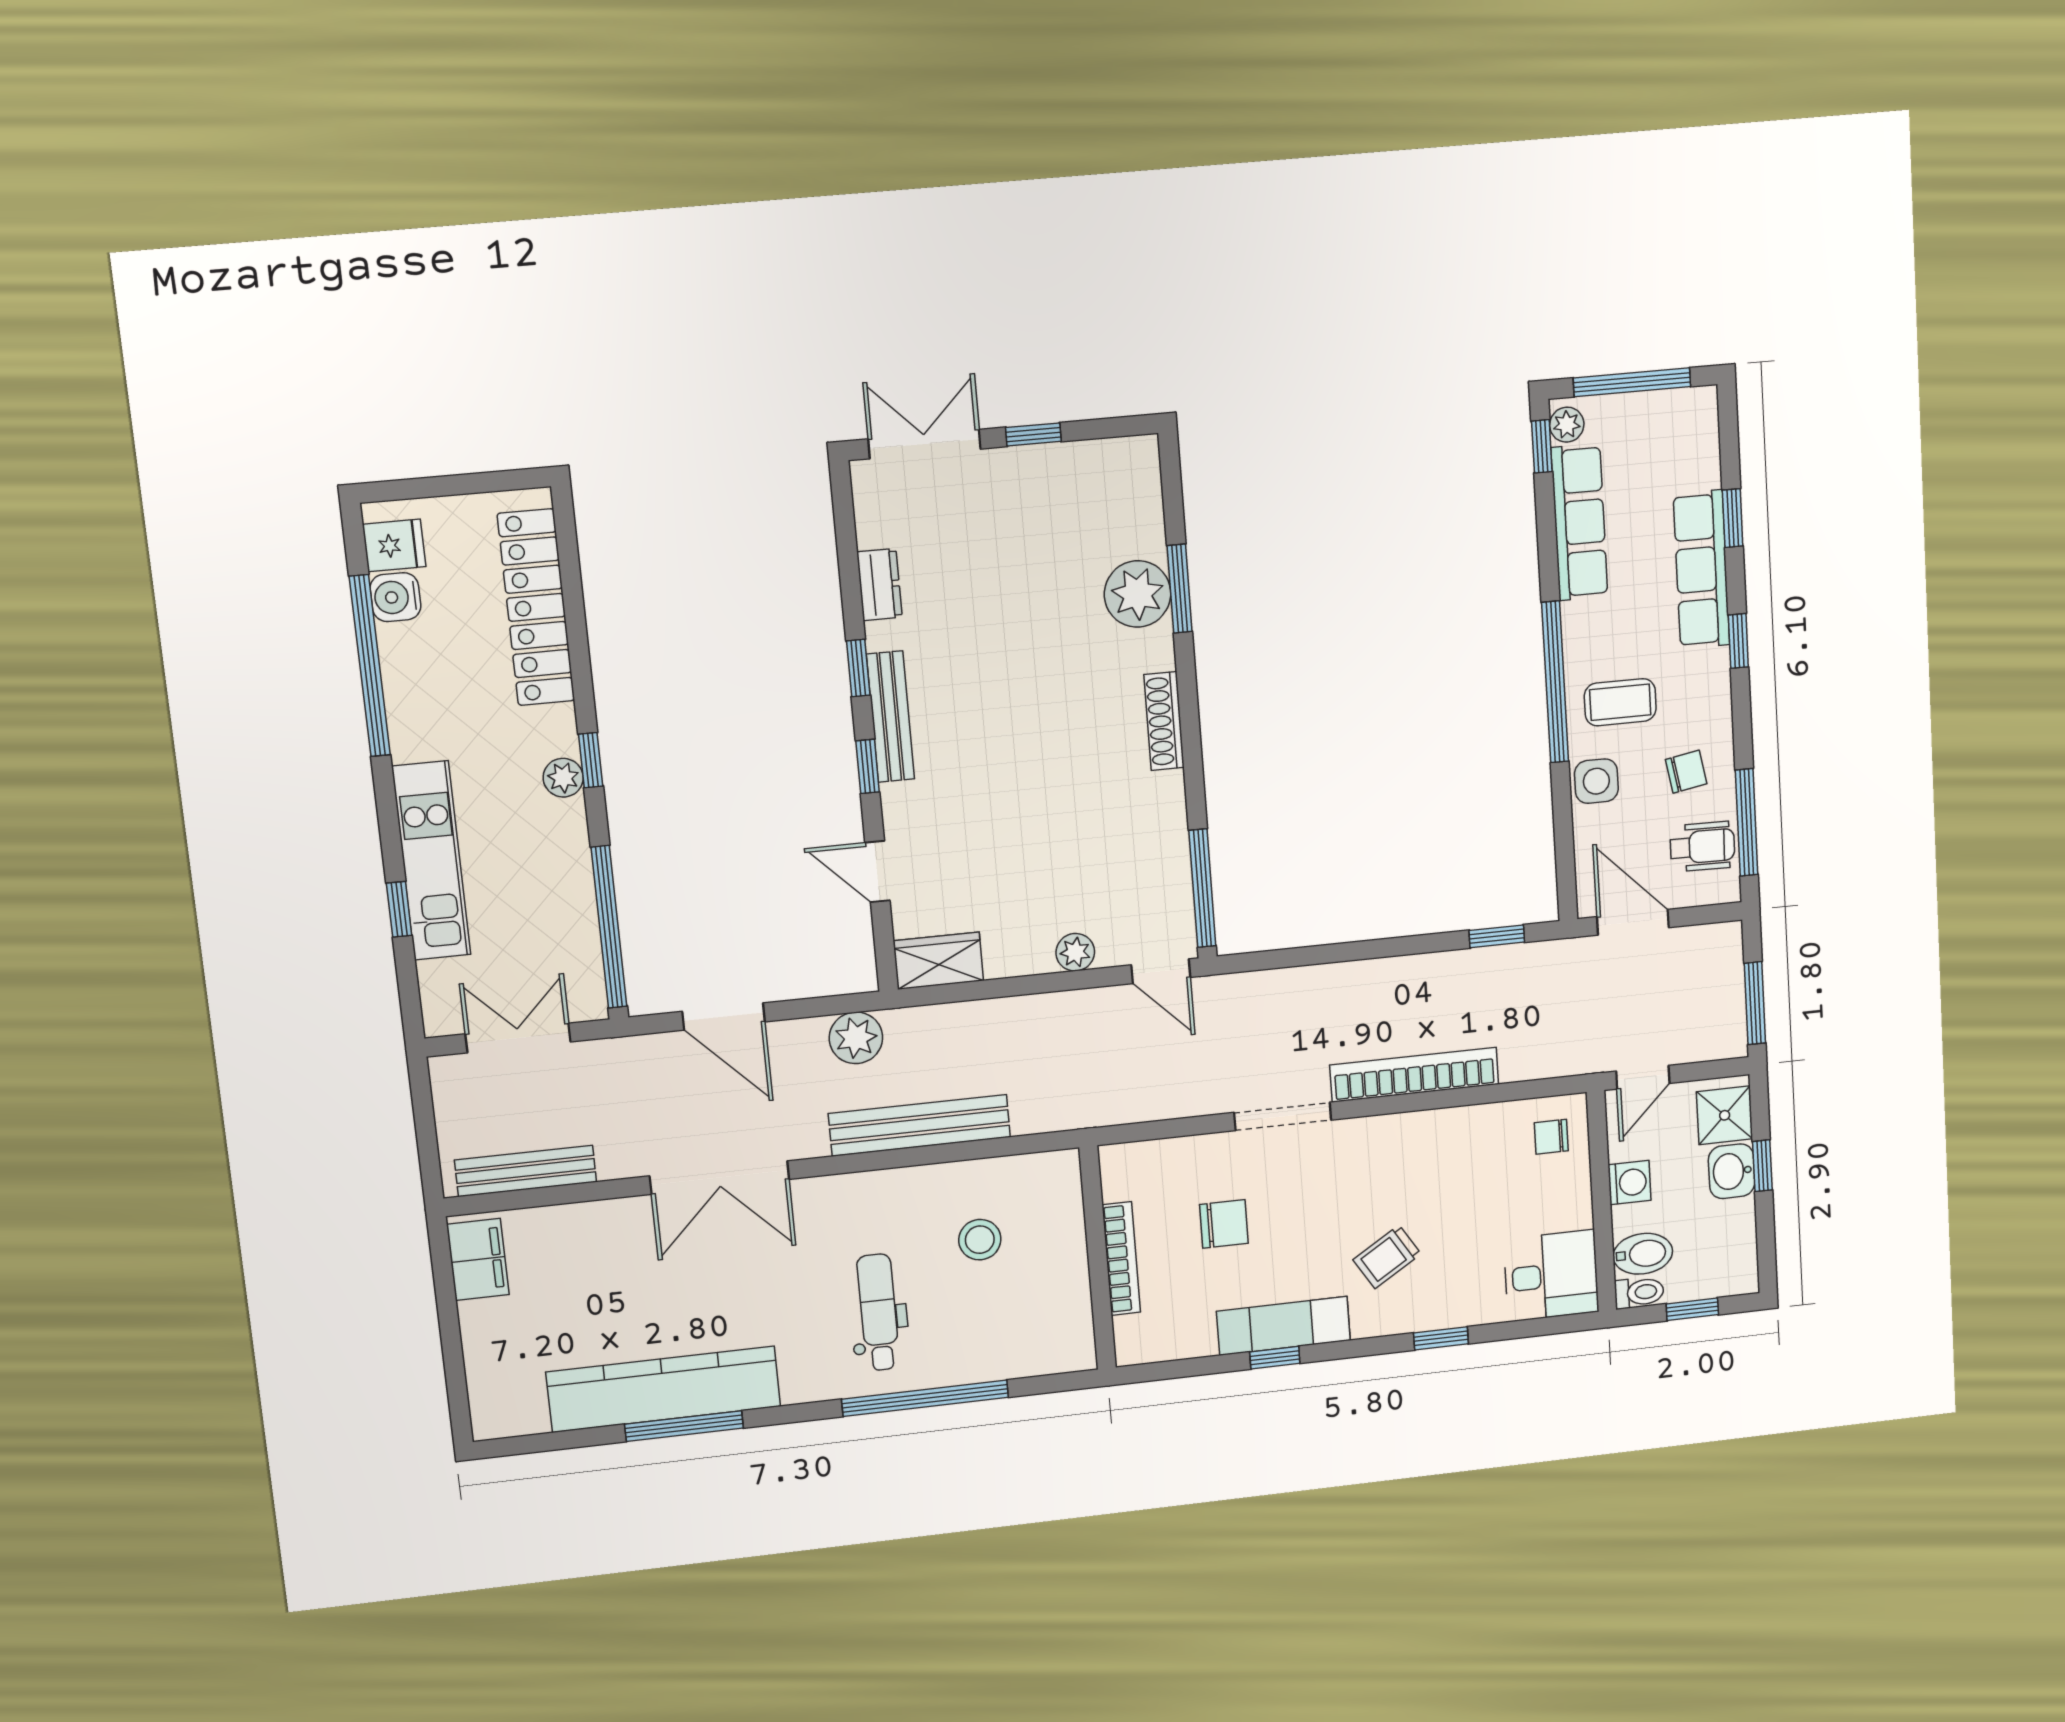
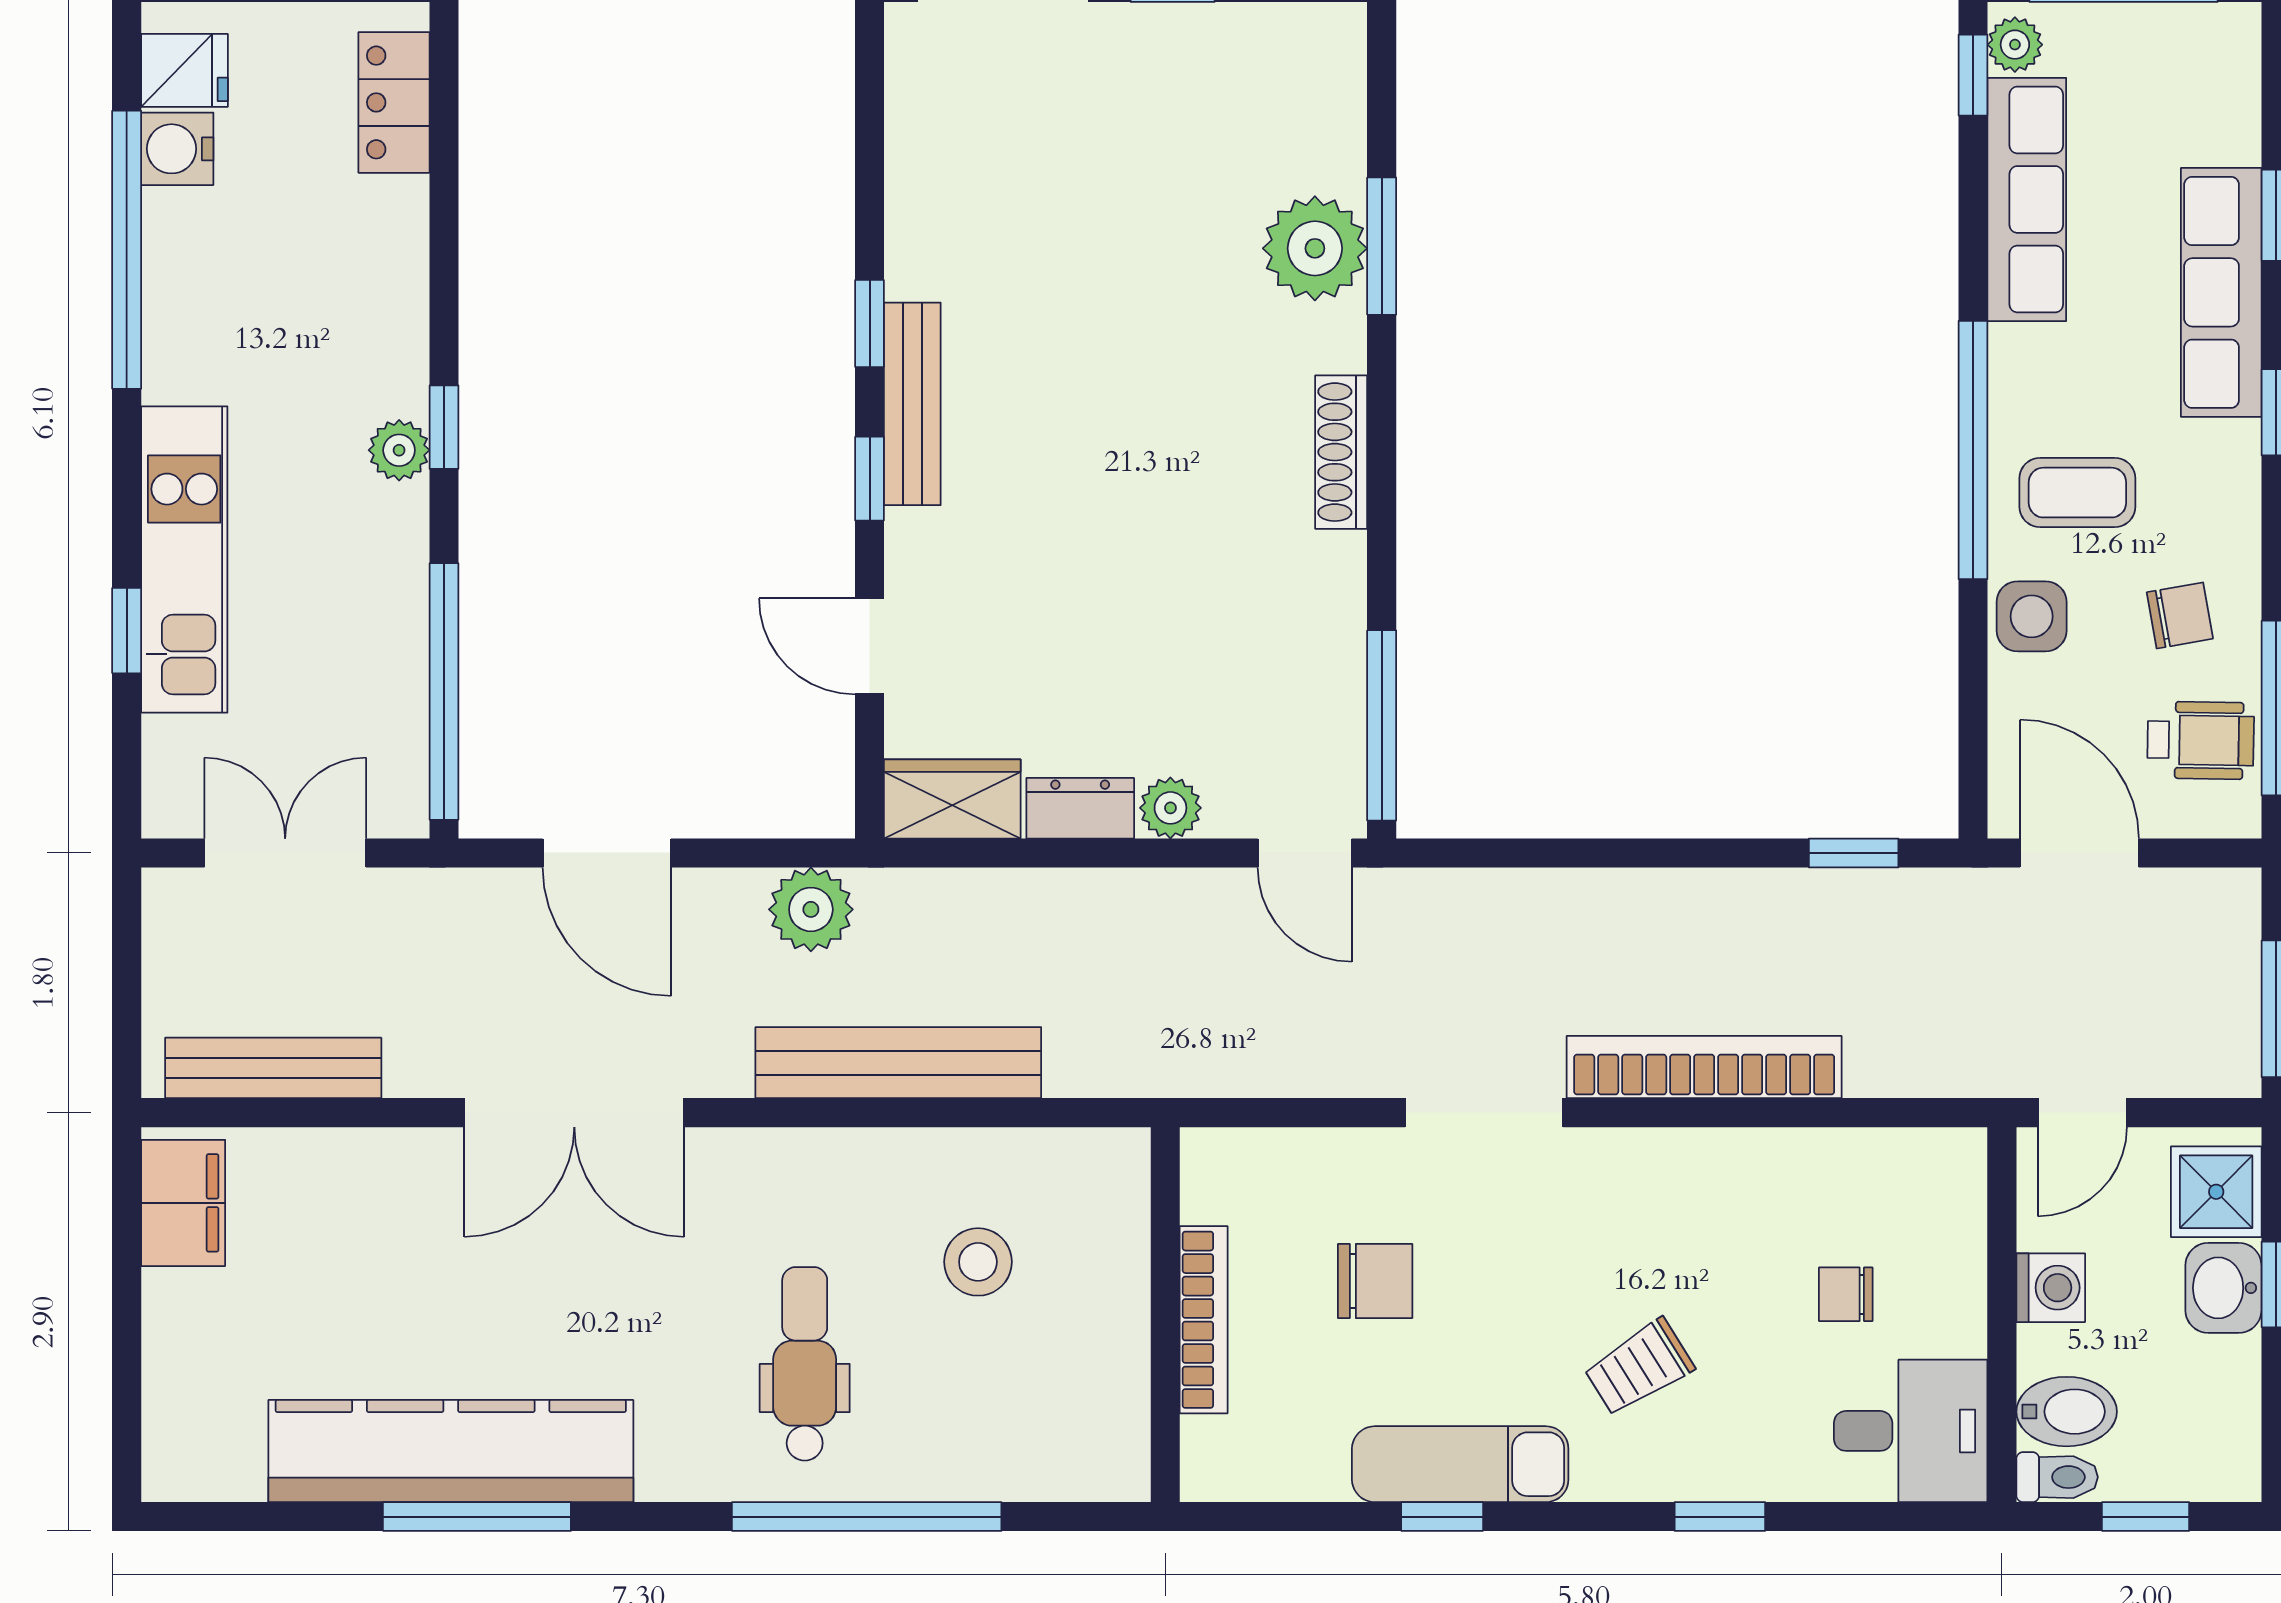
dresser: (880, 585) -> (1080, 808), moved, turned -90
locker: (536, 607) -> (394, 102), width x0.46, depth x0.83
chair: (1551, 1137) -> (1846, 1294), moved

